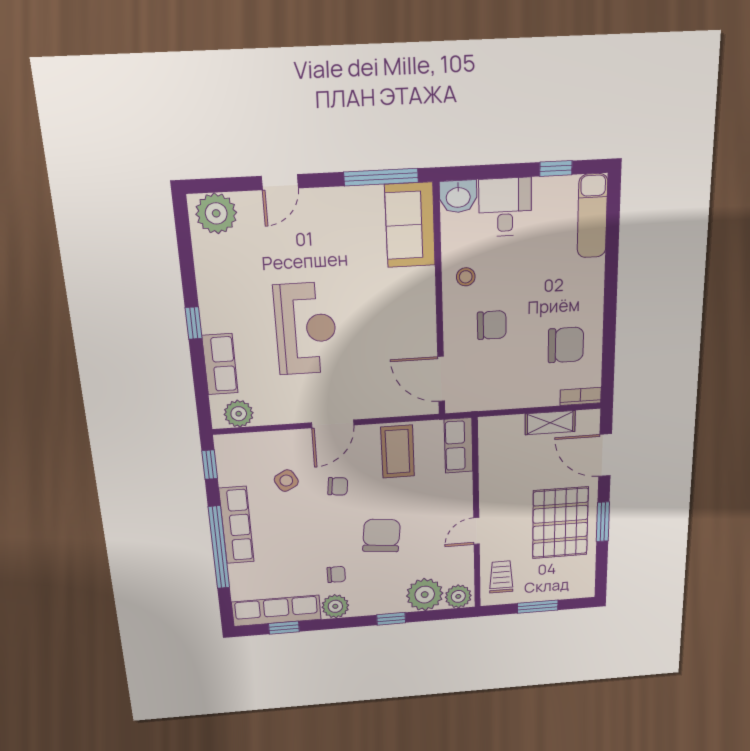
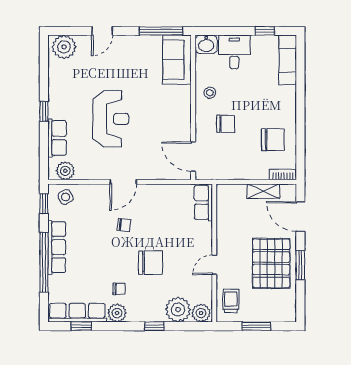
coffee table: (398, 452) -> (164, 204), removed
side table: (286, 481) -> (66, 197), moved
chair: (381, 536) -> (151, 263), turned 84

